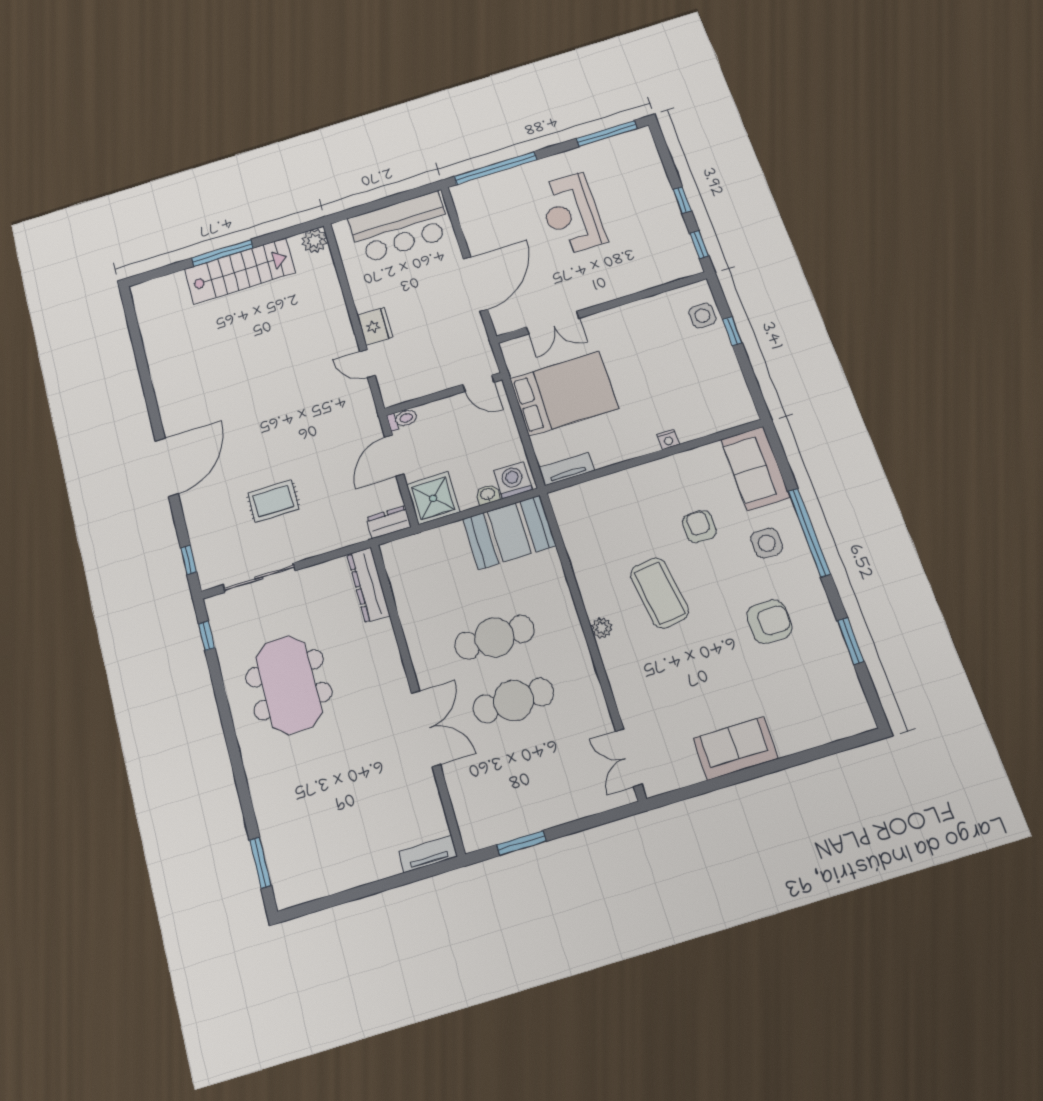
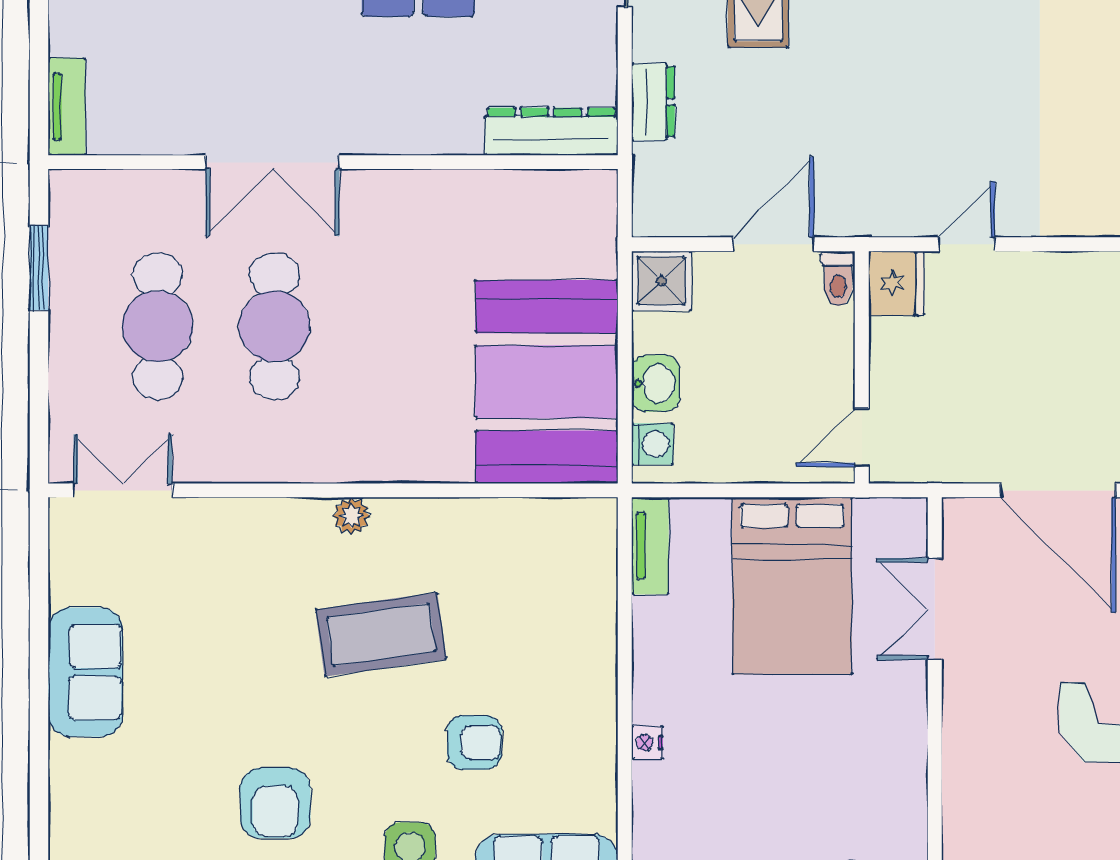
fridge: (375, 326) -> (896, 283), moved, turned -90
door: (394, 456) -> (773, 244), hinge flipped
washing machine: (513, 480) -> (652, 444), width x0.73, depth x0.73
washbasin: (488, 495) -> (656, 383), width x1.38, depth x1.45
shower: (433, 498) -> (661, 281), width x0.73, depth x0.73
dresser: (389, 522) -> (653, 102), moved
booth: (509, 532) -> (547, 382), width x1.36, depth x1.42
cafe table: (494, 637) -> (158, 326), moved

